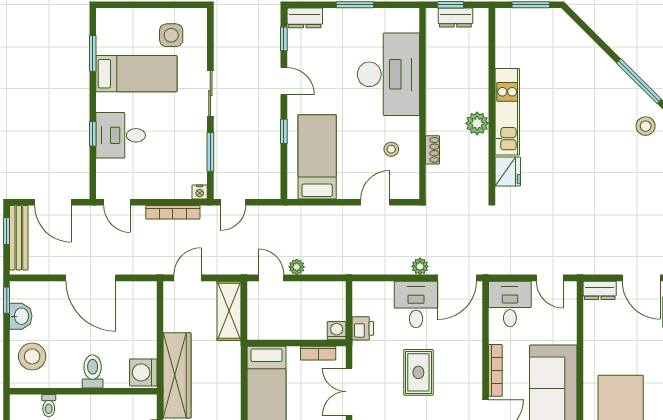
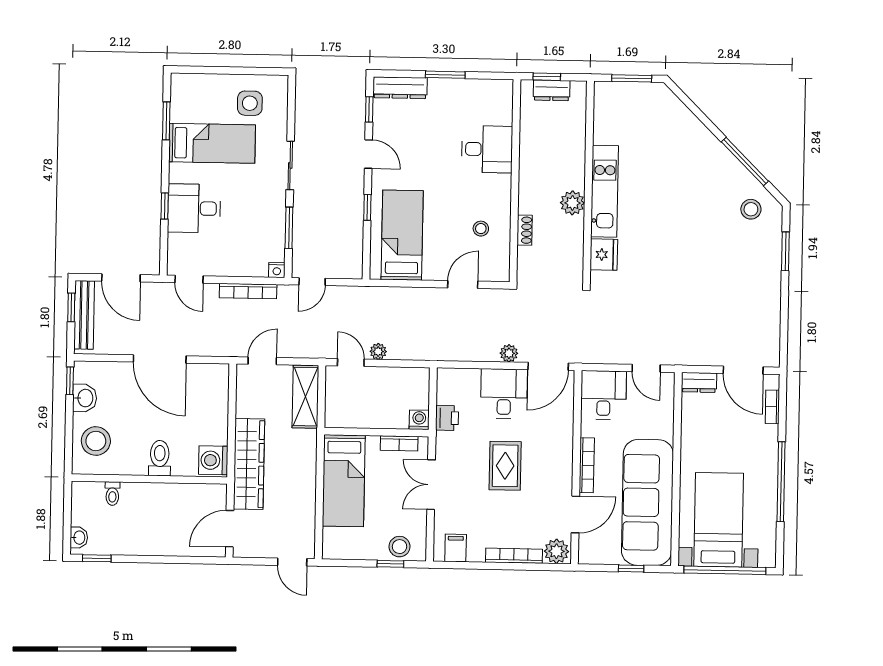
dresser: (305, 18) -> (400, 88), width x1.44
desk: (388, 74) -> (487, 149), width x0.53, depth x0.77

